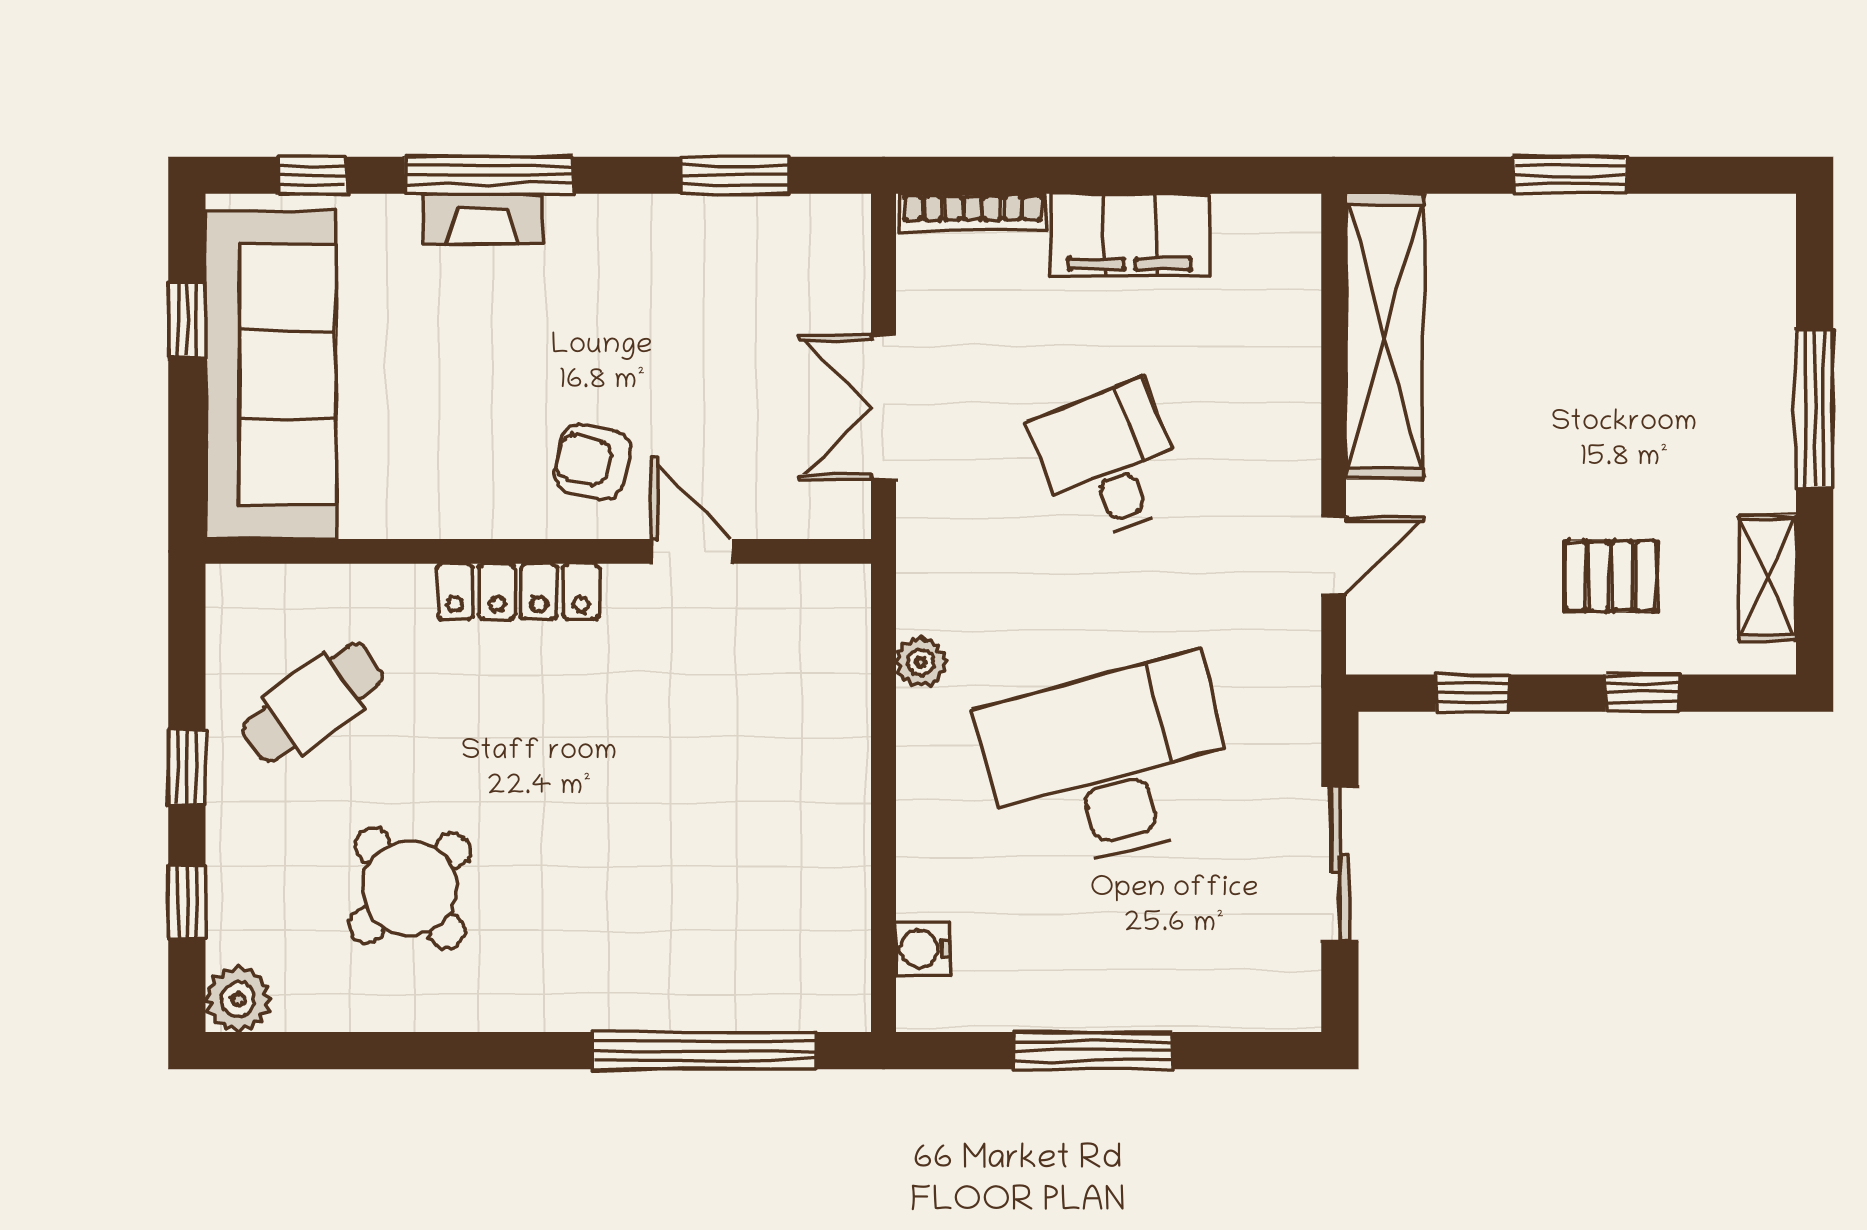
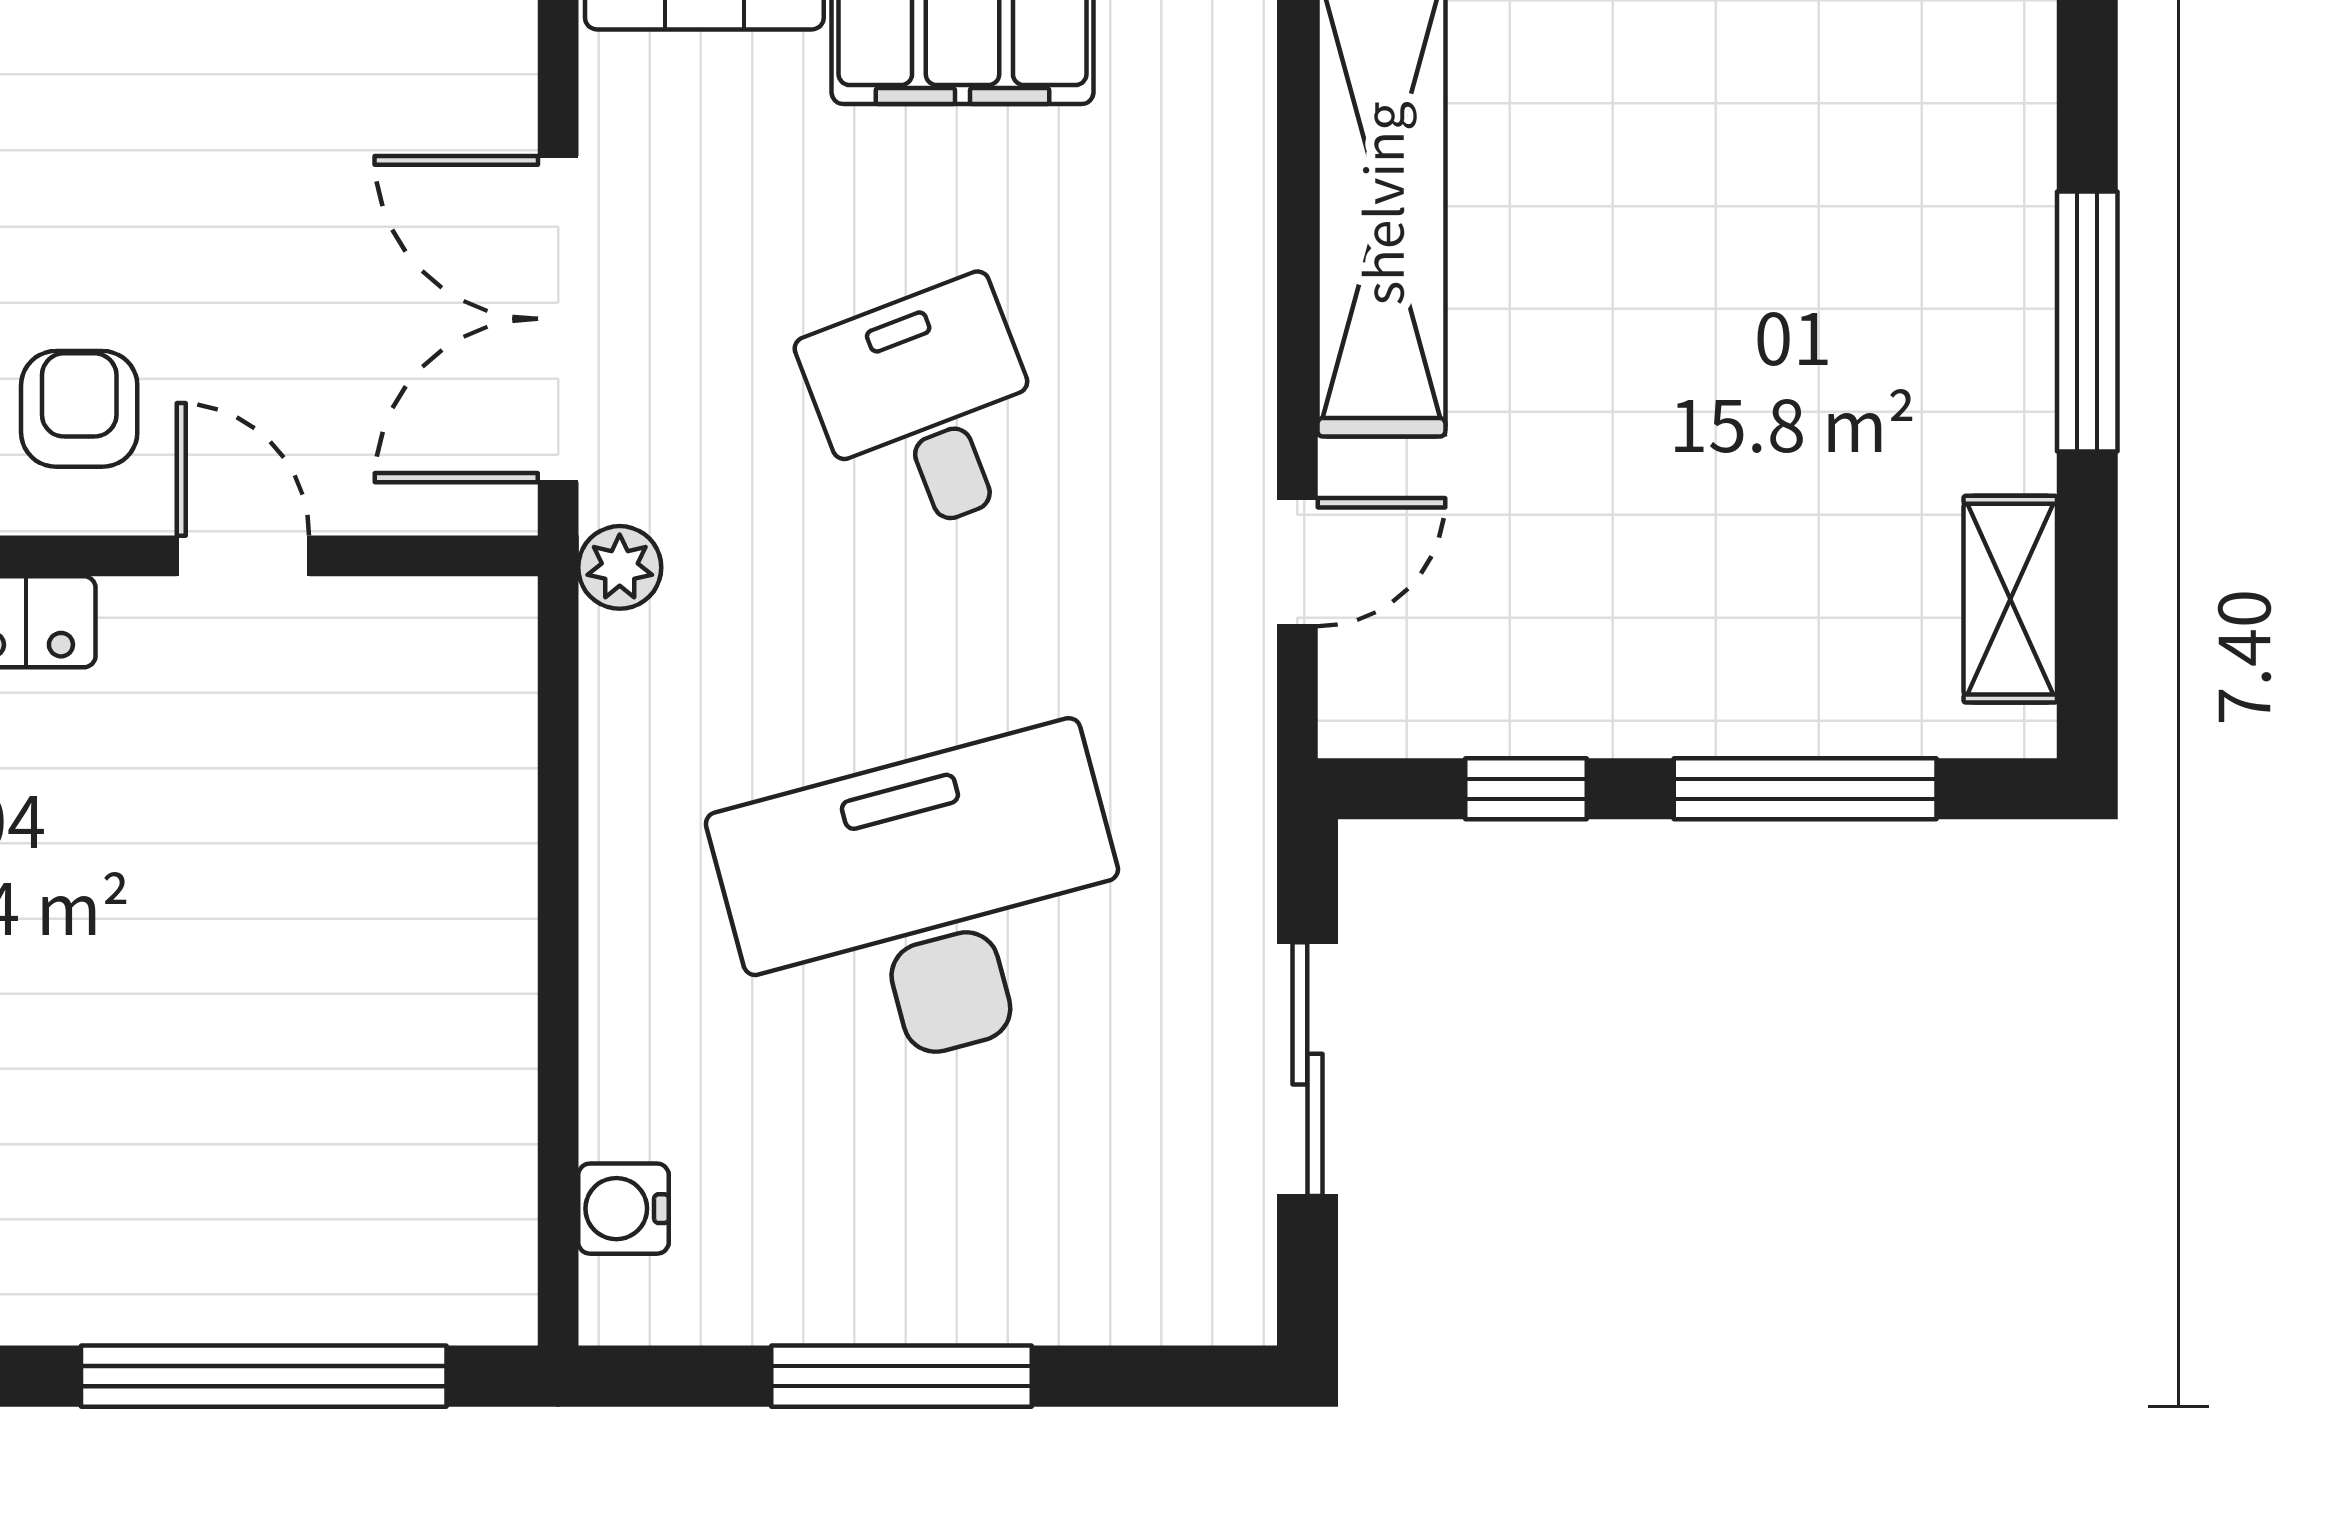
double door: (884, 407) -> (558, 319), width x1.37
armchair: (592, 462) -> (79, 409), turned 77
pallet: (1611, 576) -> (1752, 596), removed
plant: (921, 662) -> (620, 567), moved
window: (1643, 693) -> (1805, 789), width x2.17

